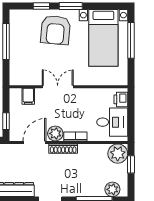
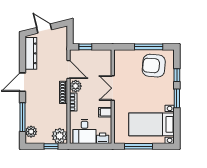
armchair: (56, 30) -> (154, 66), moved
window: (131, 40) -> (139, 146), moved
double door: (58, 87) -> (113, 88), swing flipped
filing cabinet: (28, 96) -> (105, 112), moved

